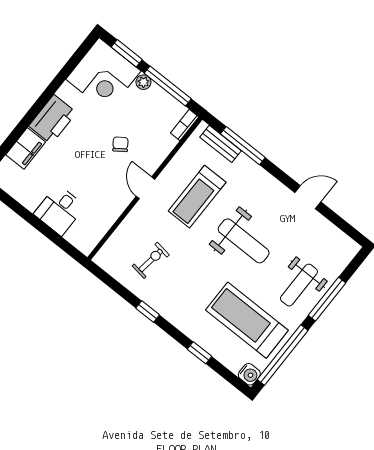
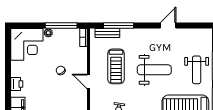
window: (127, 53) -> (30, 25), removed
printer: (53, 119) -> (17, 84), width x0.53, depth x0.68

